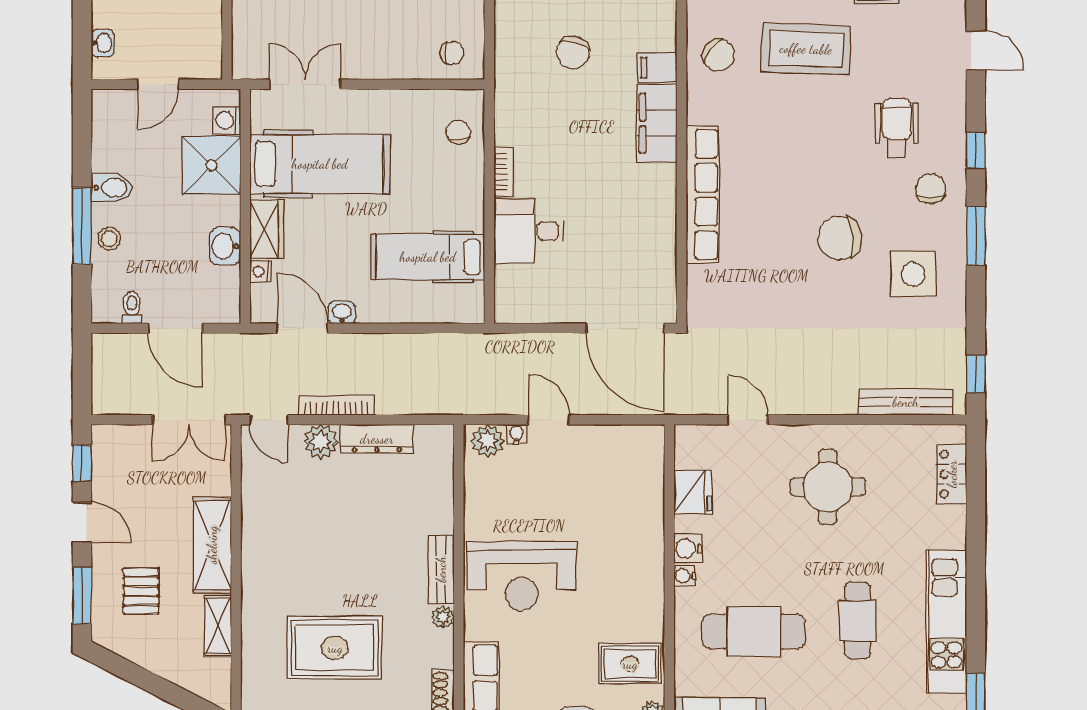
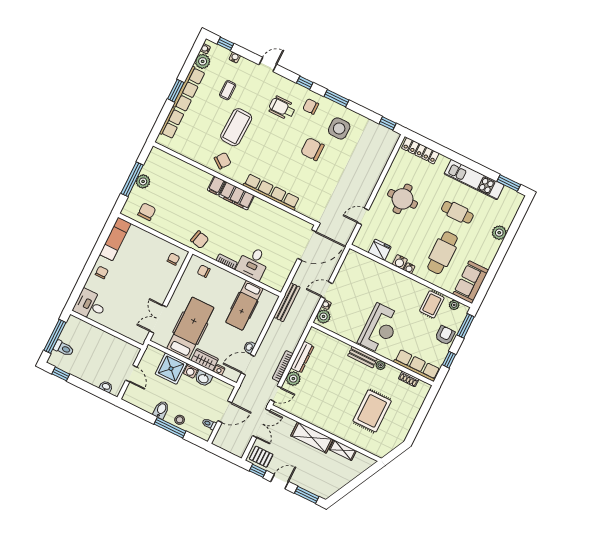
chair: (573, 52) -> (200, 240), moved
washing machine: (227, 120) -> (191, 371), moved
chair: (840, 238) -> (312, 149), turned 96
bench: (906, 402) -> (287, 302), moved
locker: (952, 474) -> (420, 151), width x1.53
pallet: (141, 591) -> (261, 457), moved

